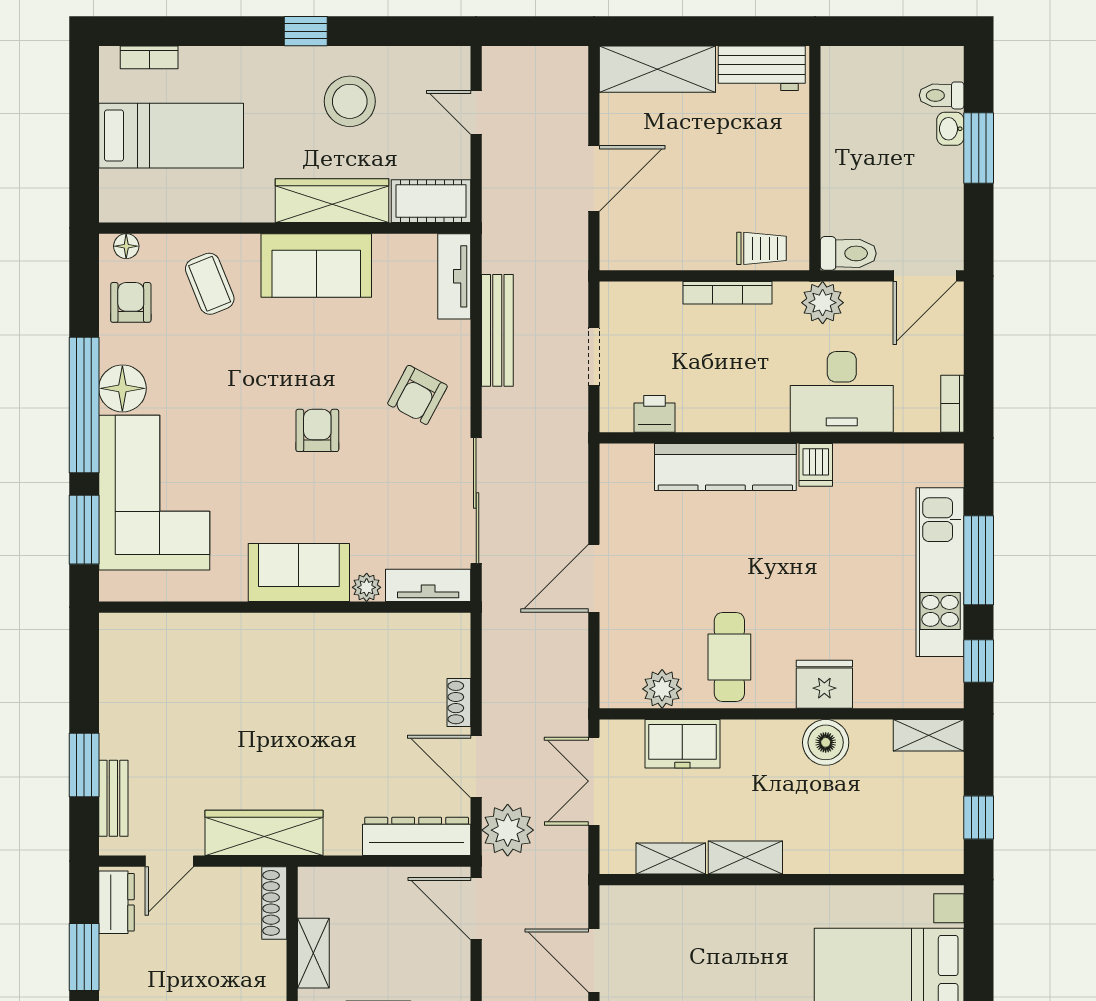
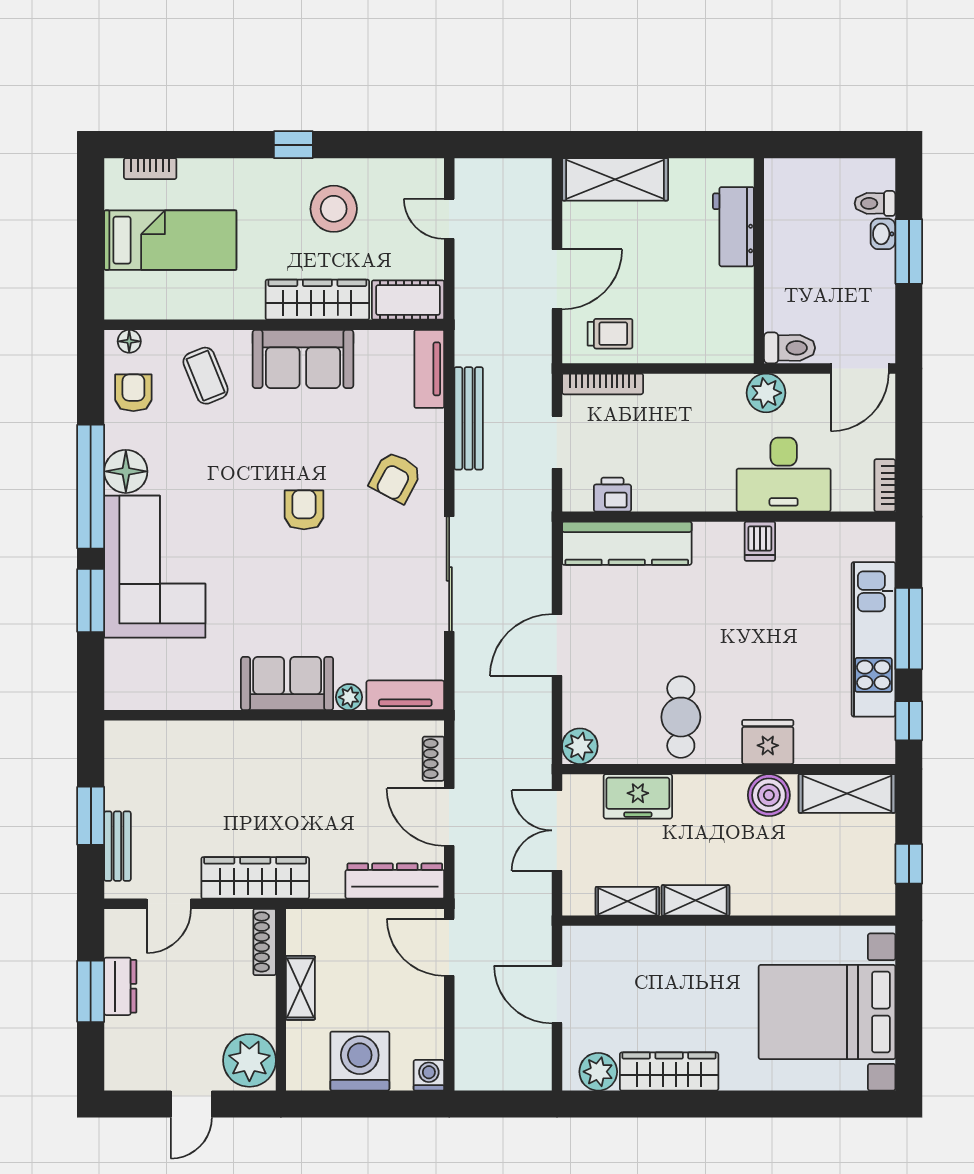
workbench: (762, 68) -> (733, 227), moved, turned 90
trolley: (762, 248) -> (610, 334), moved
bookcase: (727, 293) -> (603, 384), moved
kitchen counter: (725, 467) -> (627, 543), moved
sofa: (299, 573) -> (287, 683), moved
tv unit: (428, 585) -> (405, 695), moved
plant: (367, 587) -> (349, 697), moved
wall: (285, 607) -> (274, 715), moved
plant: (662, 689) -> (580, 746), moved
shelving: (929, 735) -> (847, 793), width x1.50, depth x1.33
plant: (508, 830) -> (478, 875), removed
dresser: (117, 902) -> (120, 986), moved

